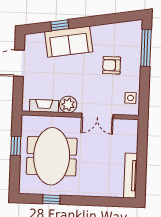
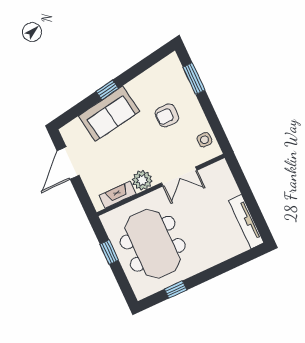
window: (60, 25) -> (107, 90), moved
window: (146, 48) -> (194, 79), width x0.69

